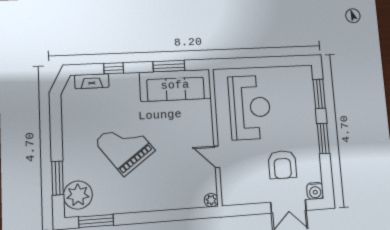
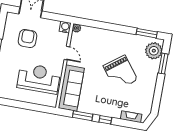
window: (114, 68) -> (105, 120), moved
sofa: (175, 85) -> (71, 88), moved, turned 90
reception desk: (250, 107) -> (39, 79), turned 90
water cooler: (315, 191) -> (65, 27), moved

